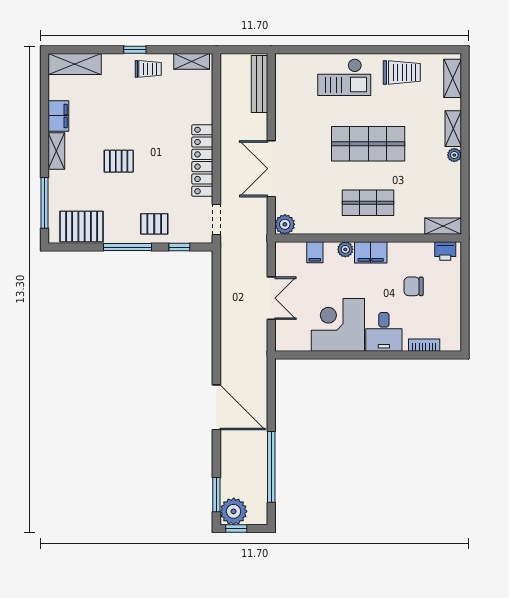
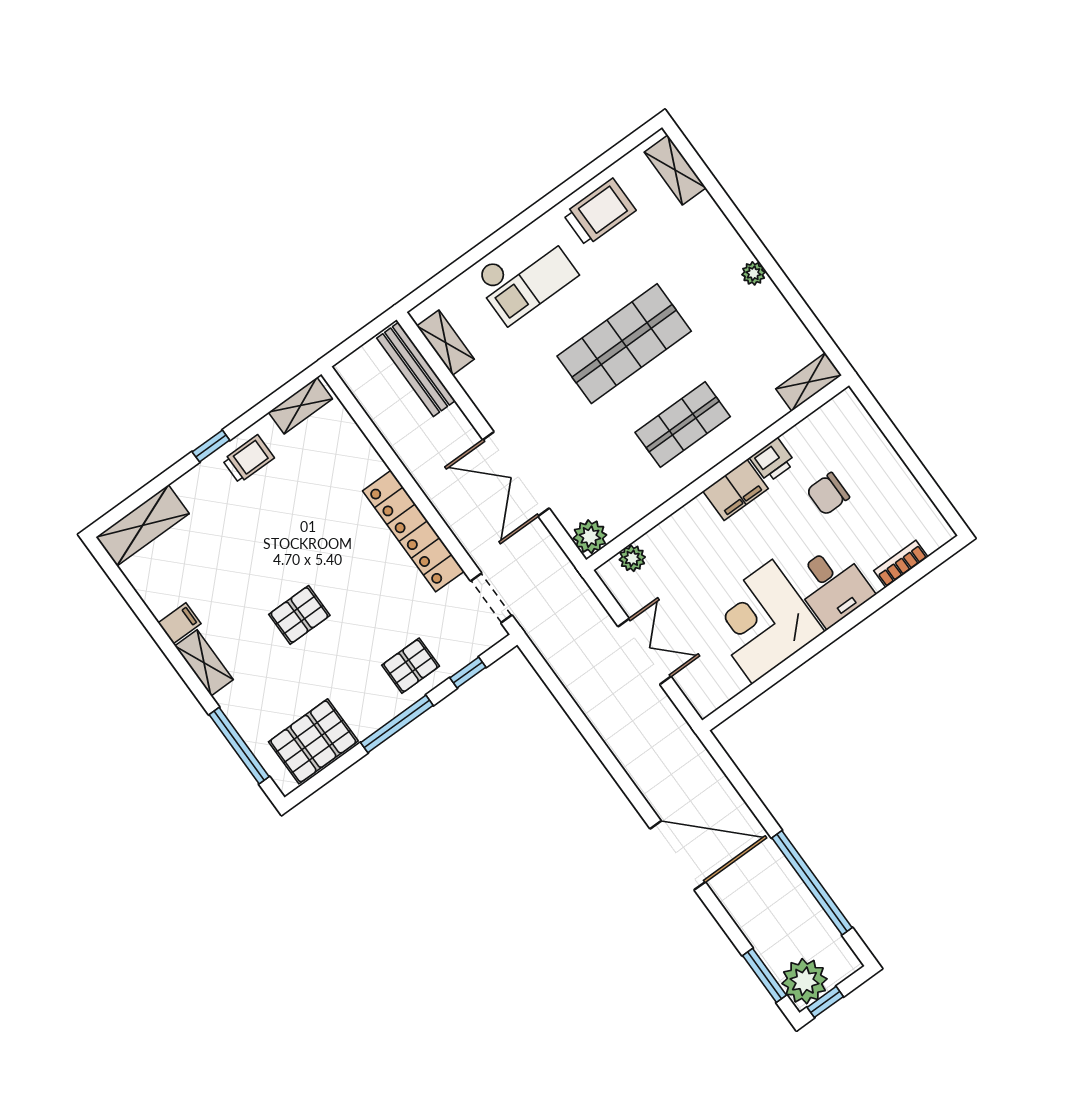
filing cabinet: (58, 116) -> (180, 623), width x0.50
shelving: (453, 129) -> (446, 343), moved
plant: (345, 249) -> (632, 558), moved
printer: (445, 251) -> (772, 460), moved
filing cabinet: (315, 252) -> (659, 545), removed

